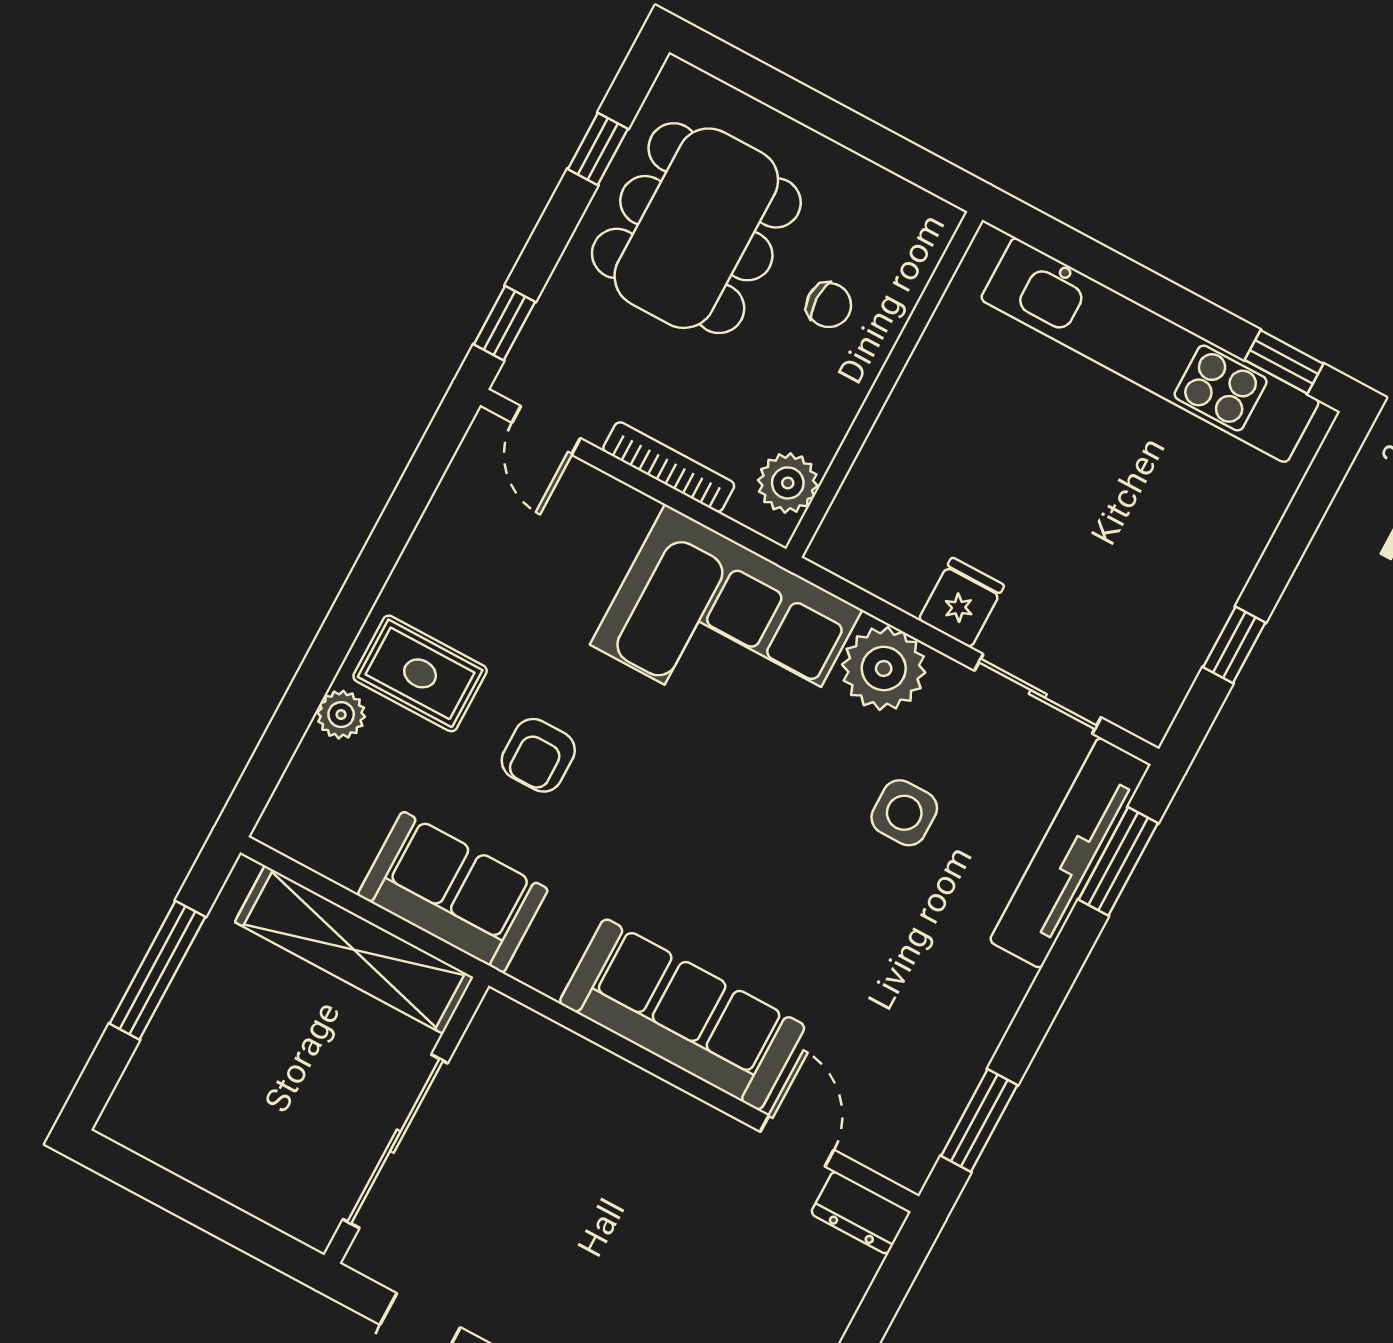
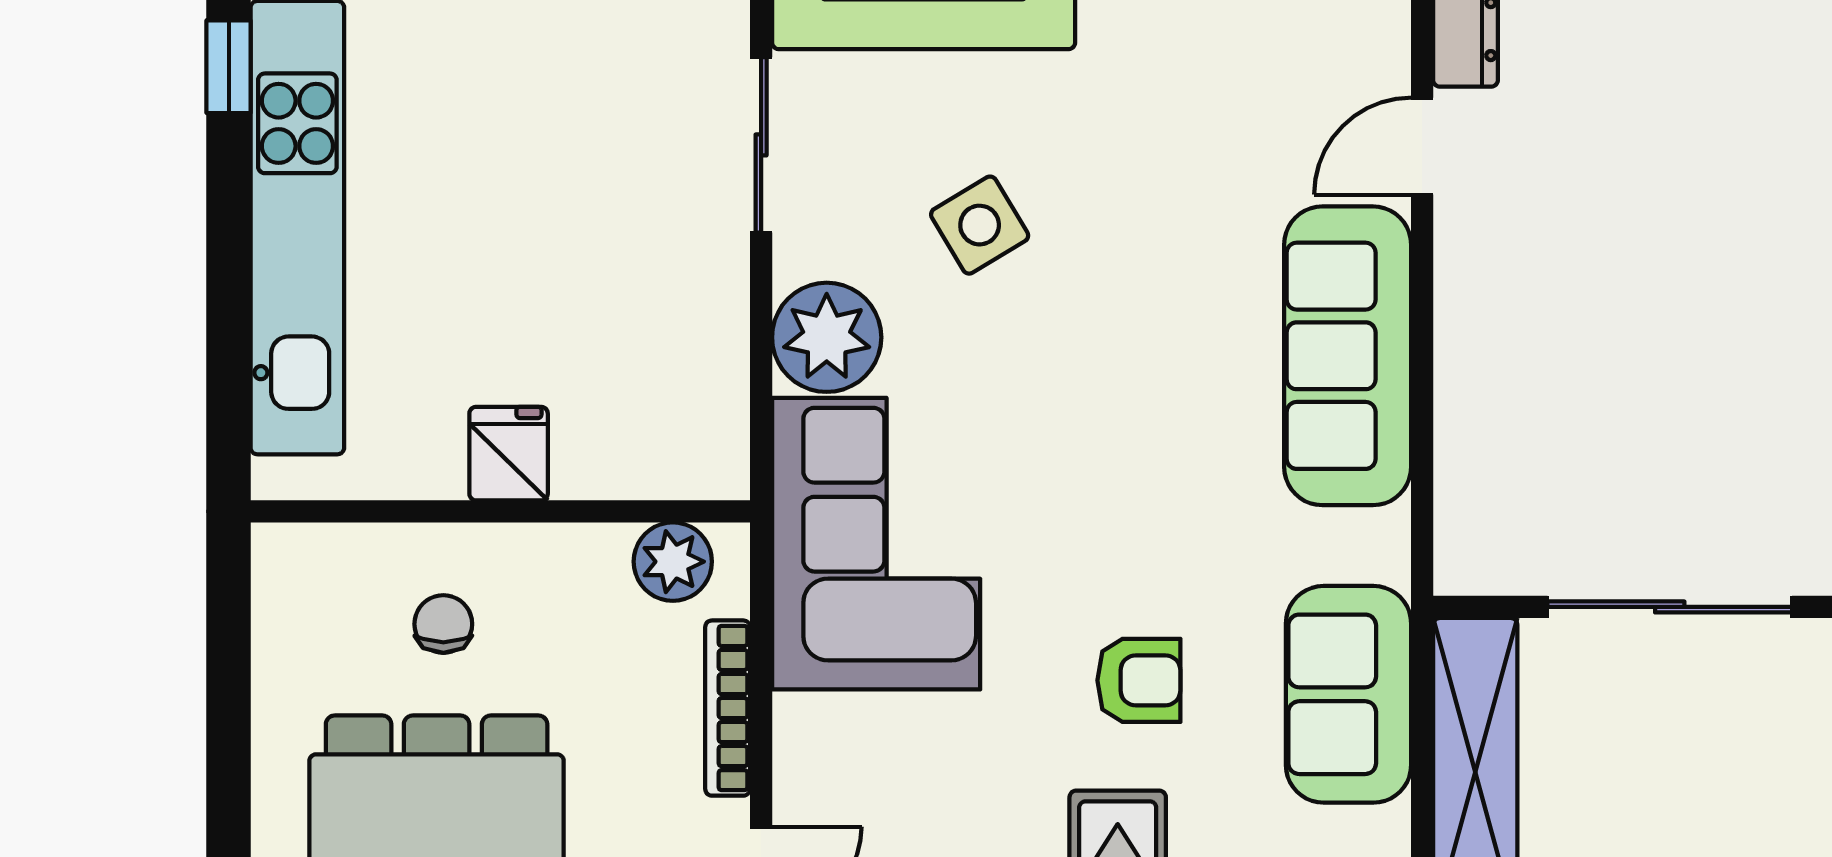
fridge: (961, 603) -> (509, 454), moved, turned 90
side table: (904, 813) -> (980, 225), turned -31

